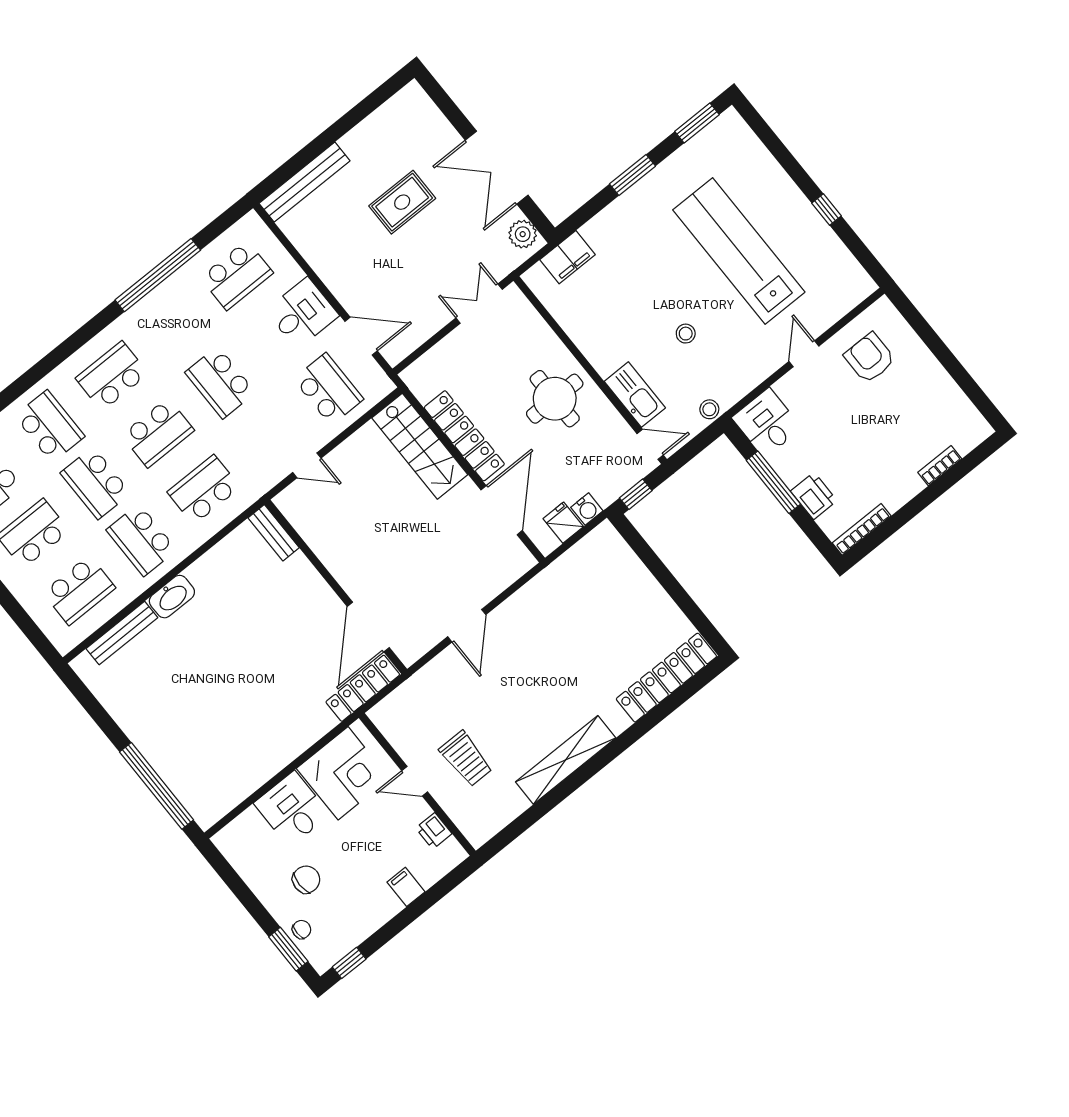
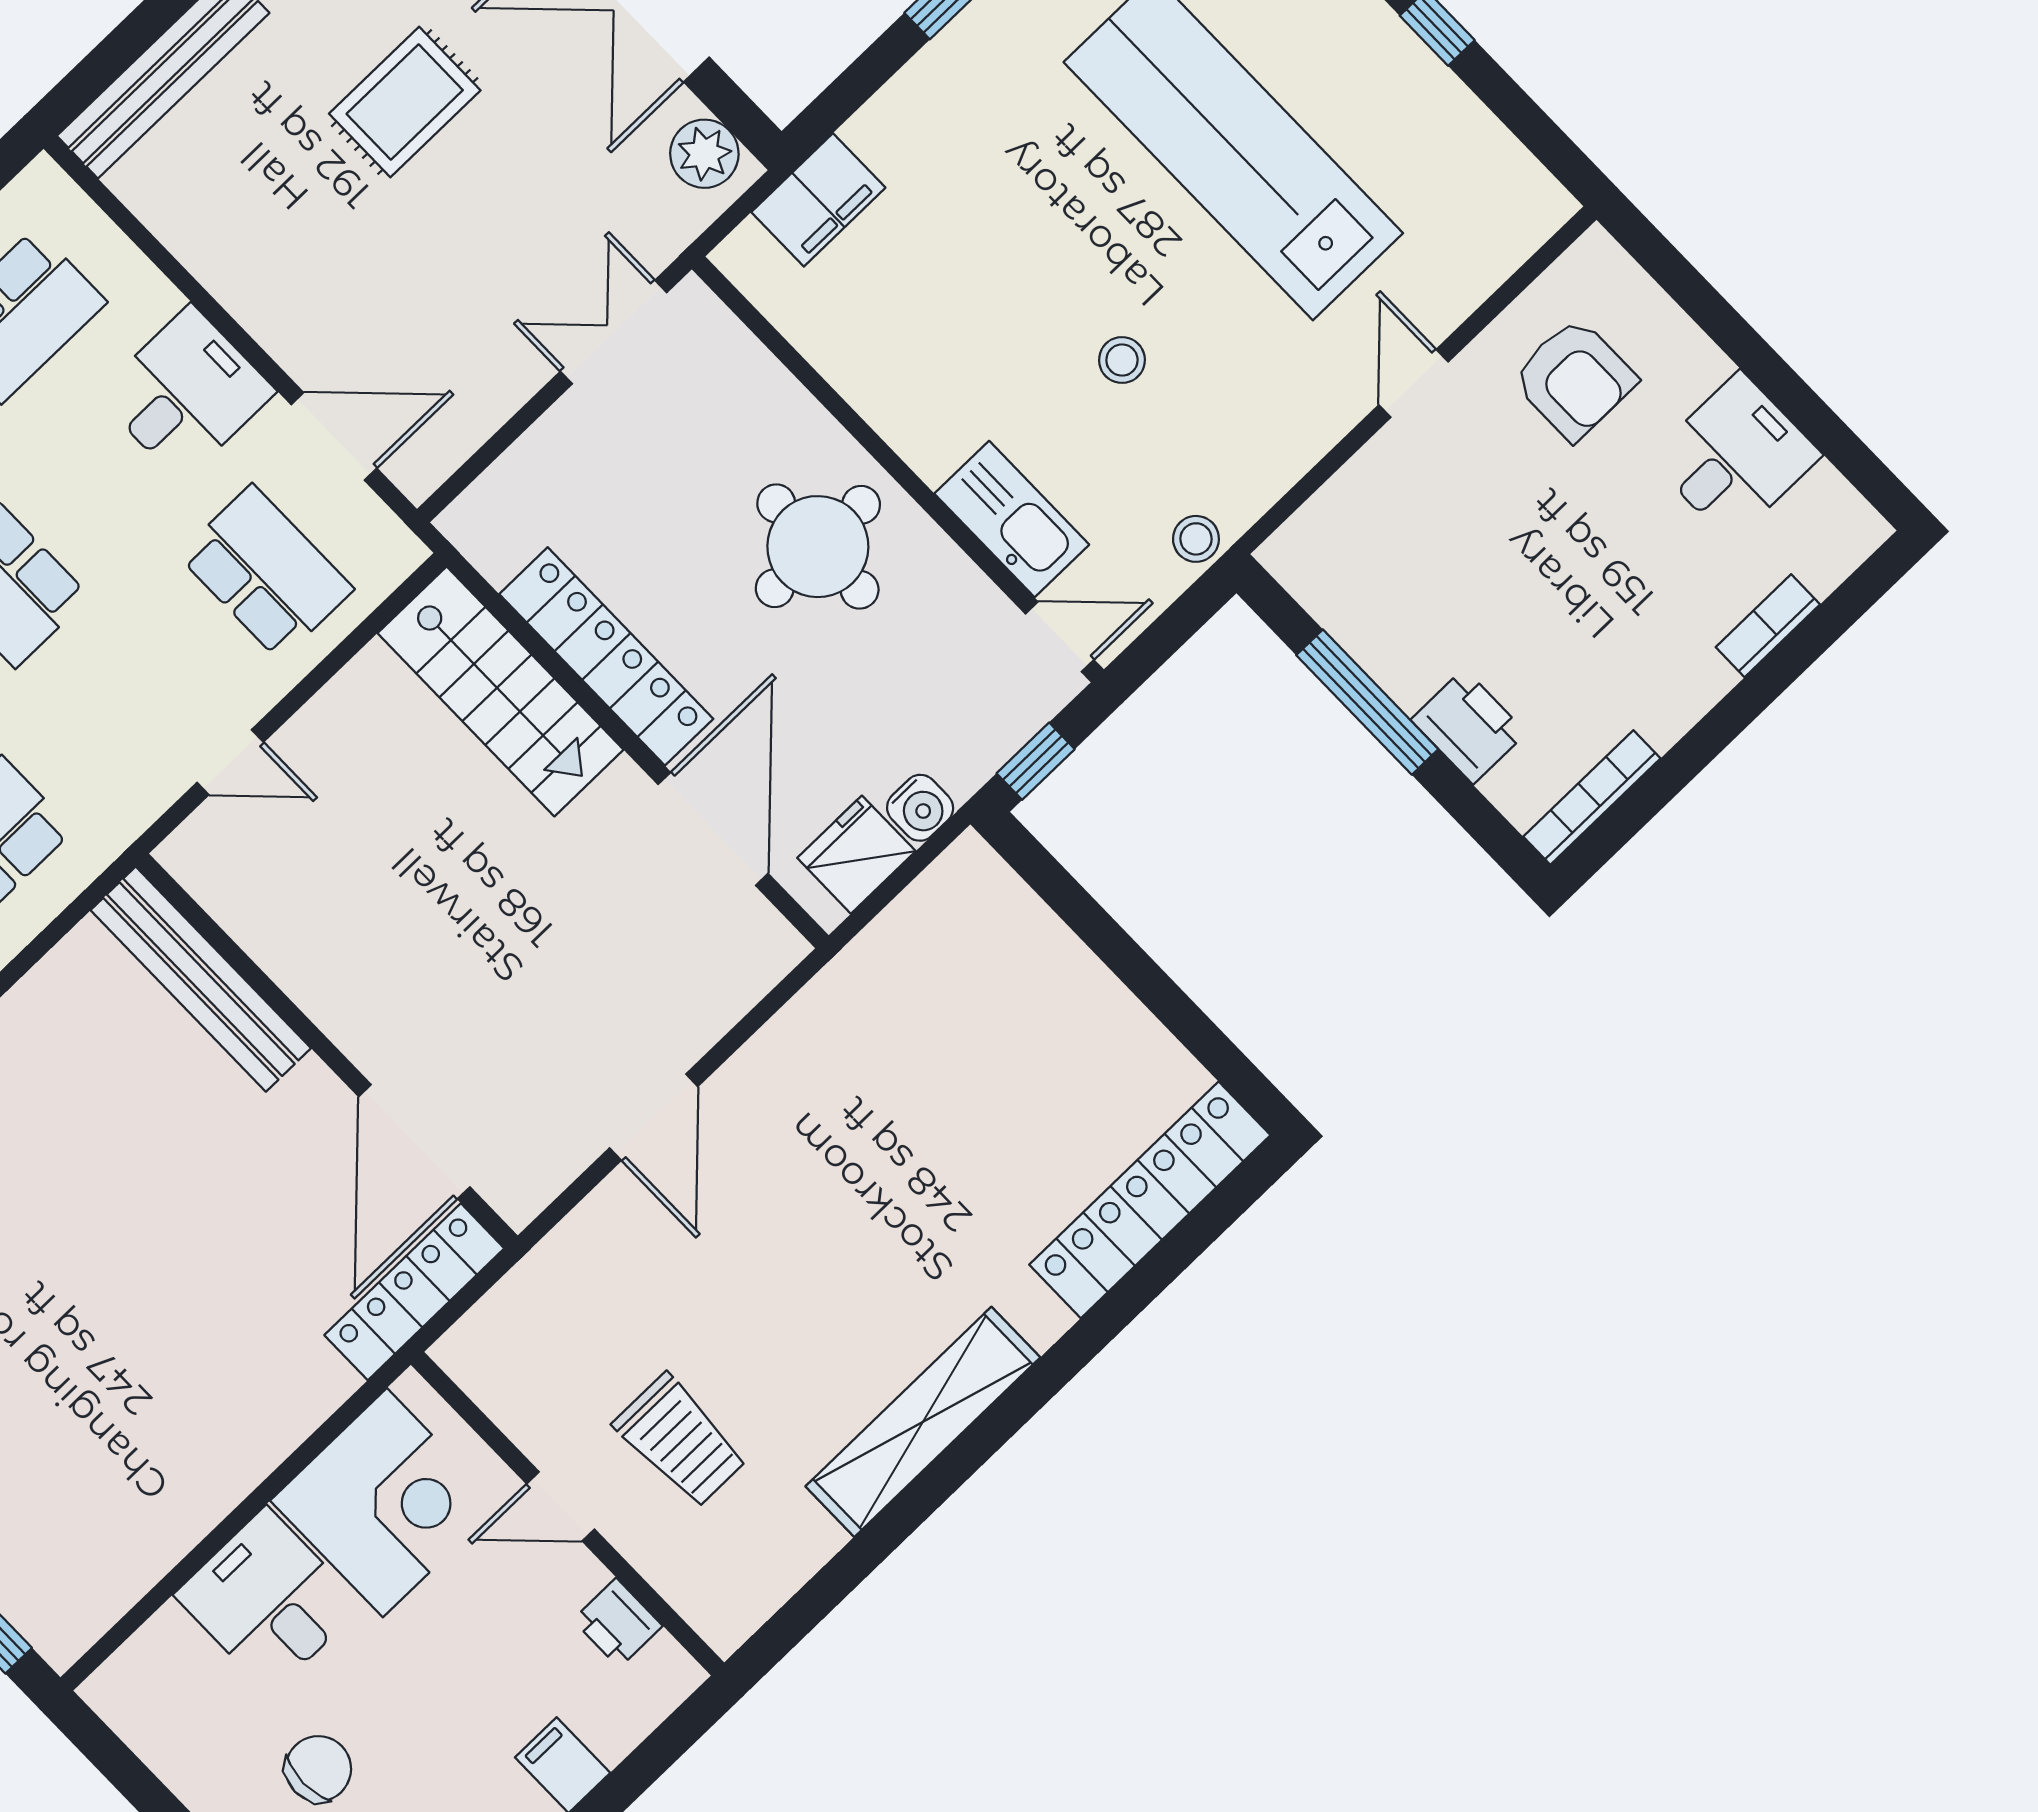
armchair: (870, 358) -> (1574, 379), turned 180
desk: (767, 423) -> (1735, 457), moved, turned 90
fridge: (563, 523) -> (856, 855), width x1.38
bench: (274, 533) -> (201, 979), width x1.86, depth x1.21

